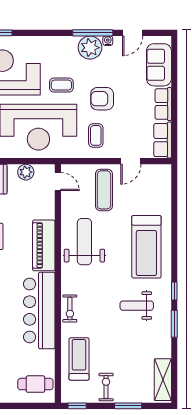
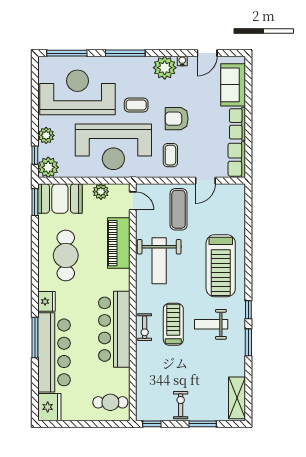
window: (93, 33) -> (125, 53), moved
weight bench: (84, 242) -> (159, 261), turned 180
piano: (44, 245) -> (119, 243), moved
treadmill: (79, 359) -> (173, 324), moved

